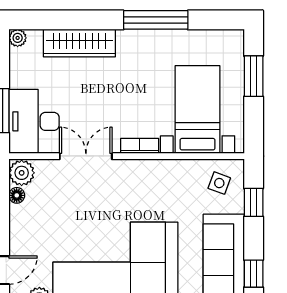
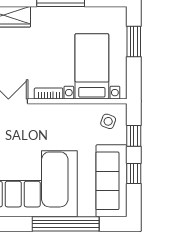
window: (254, 274) -> (134, 174), moved

